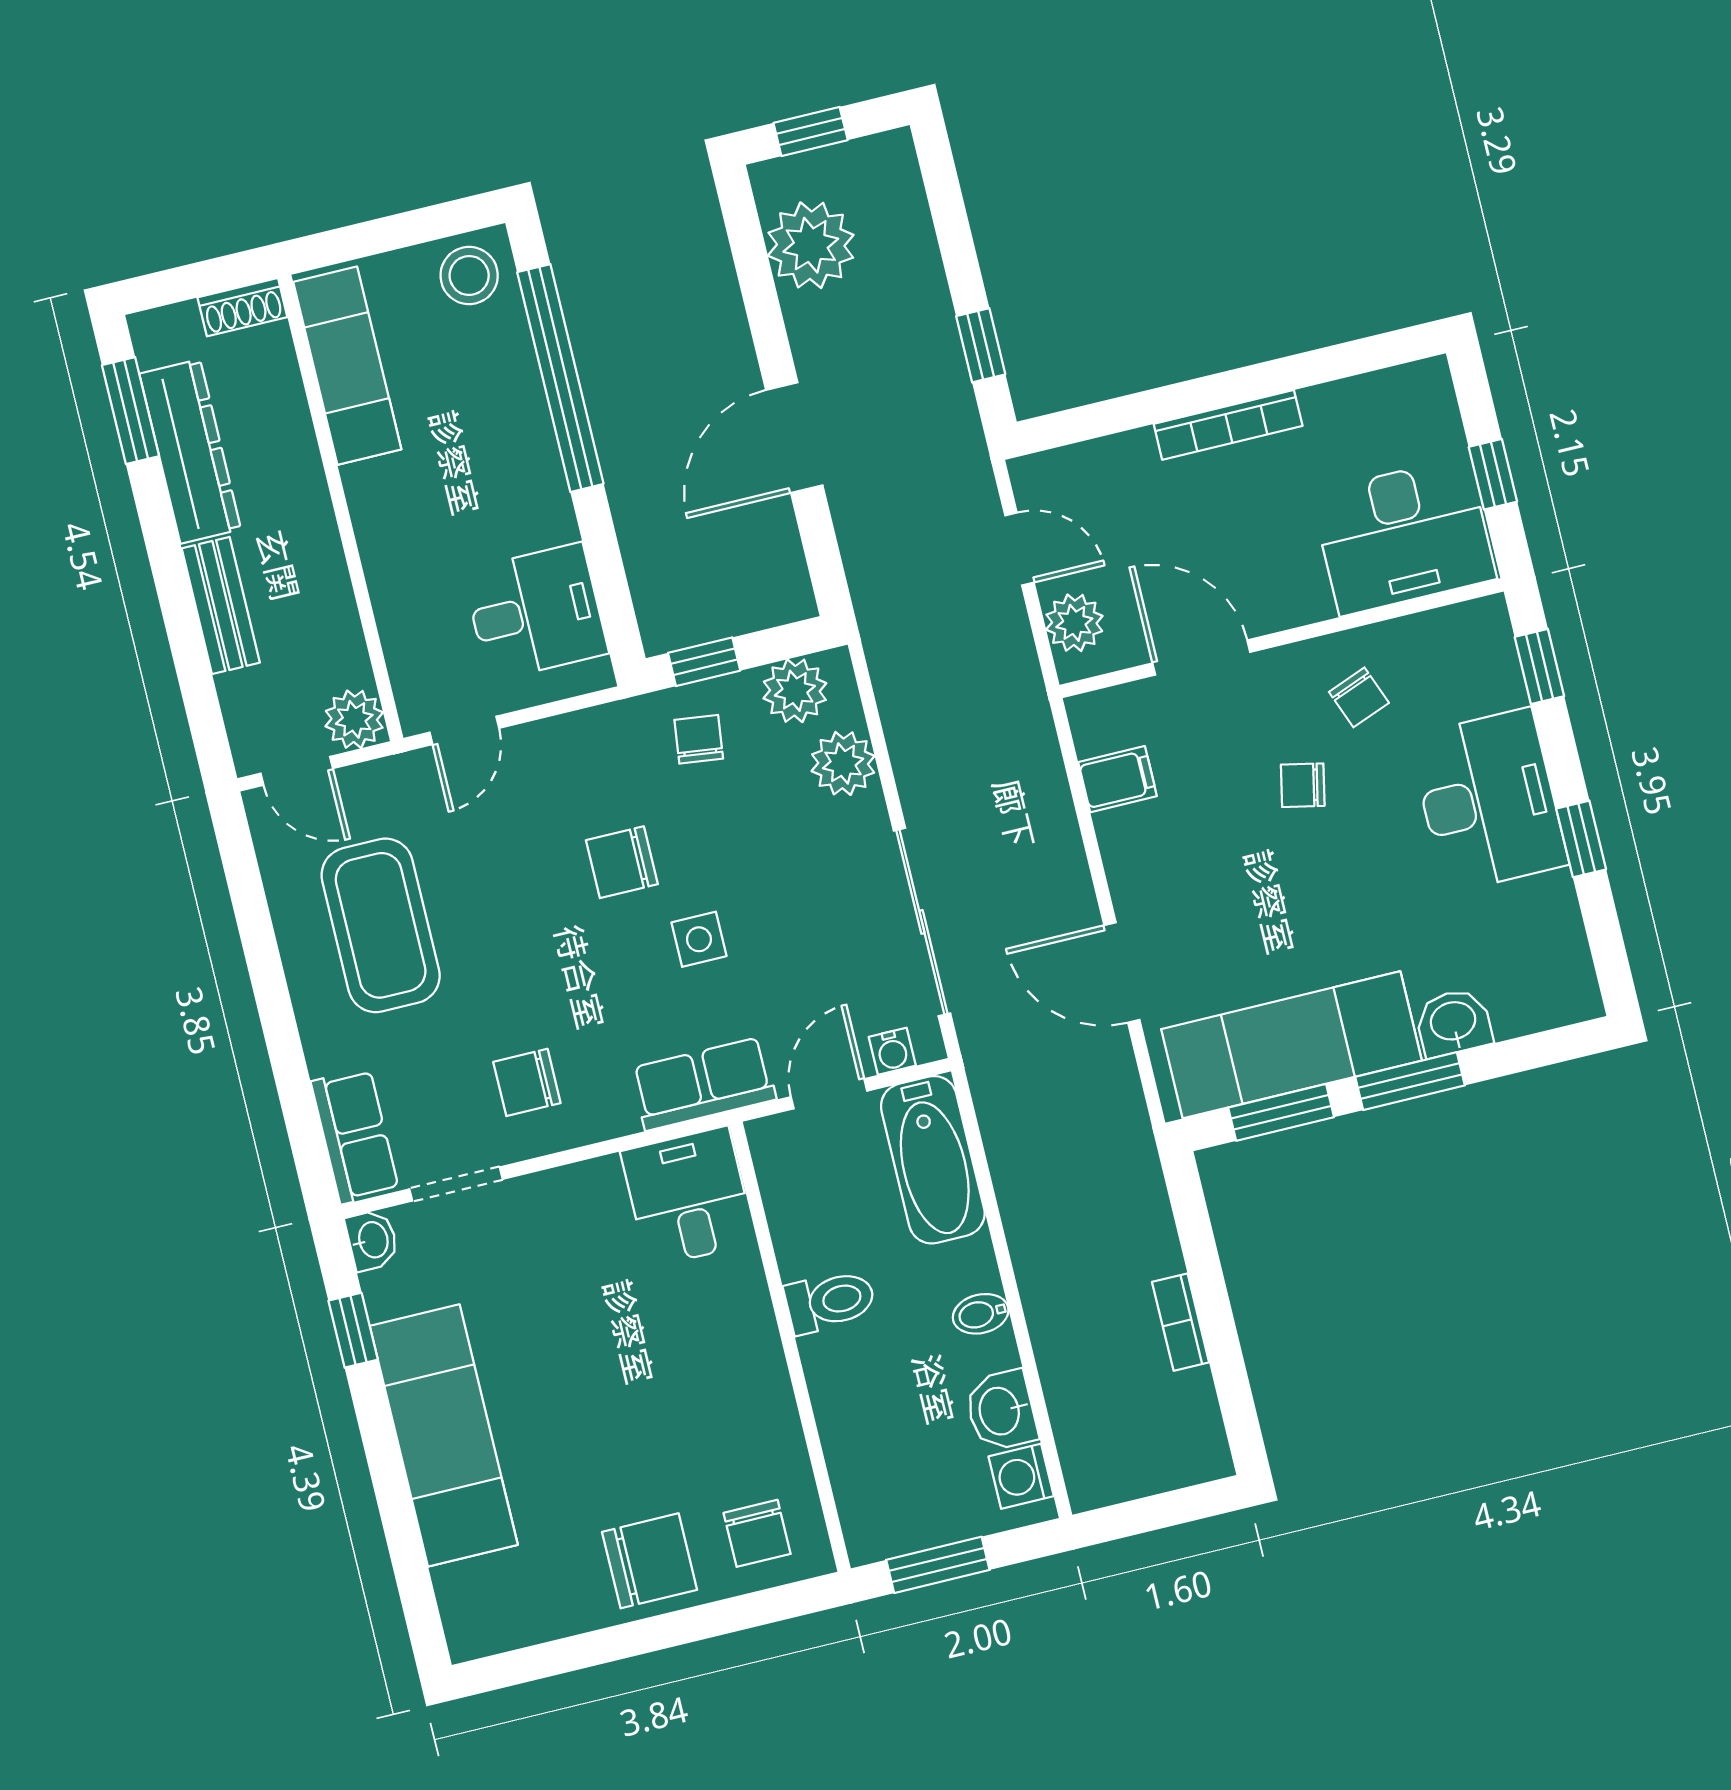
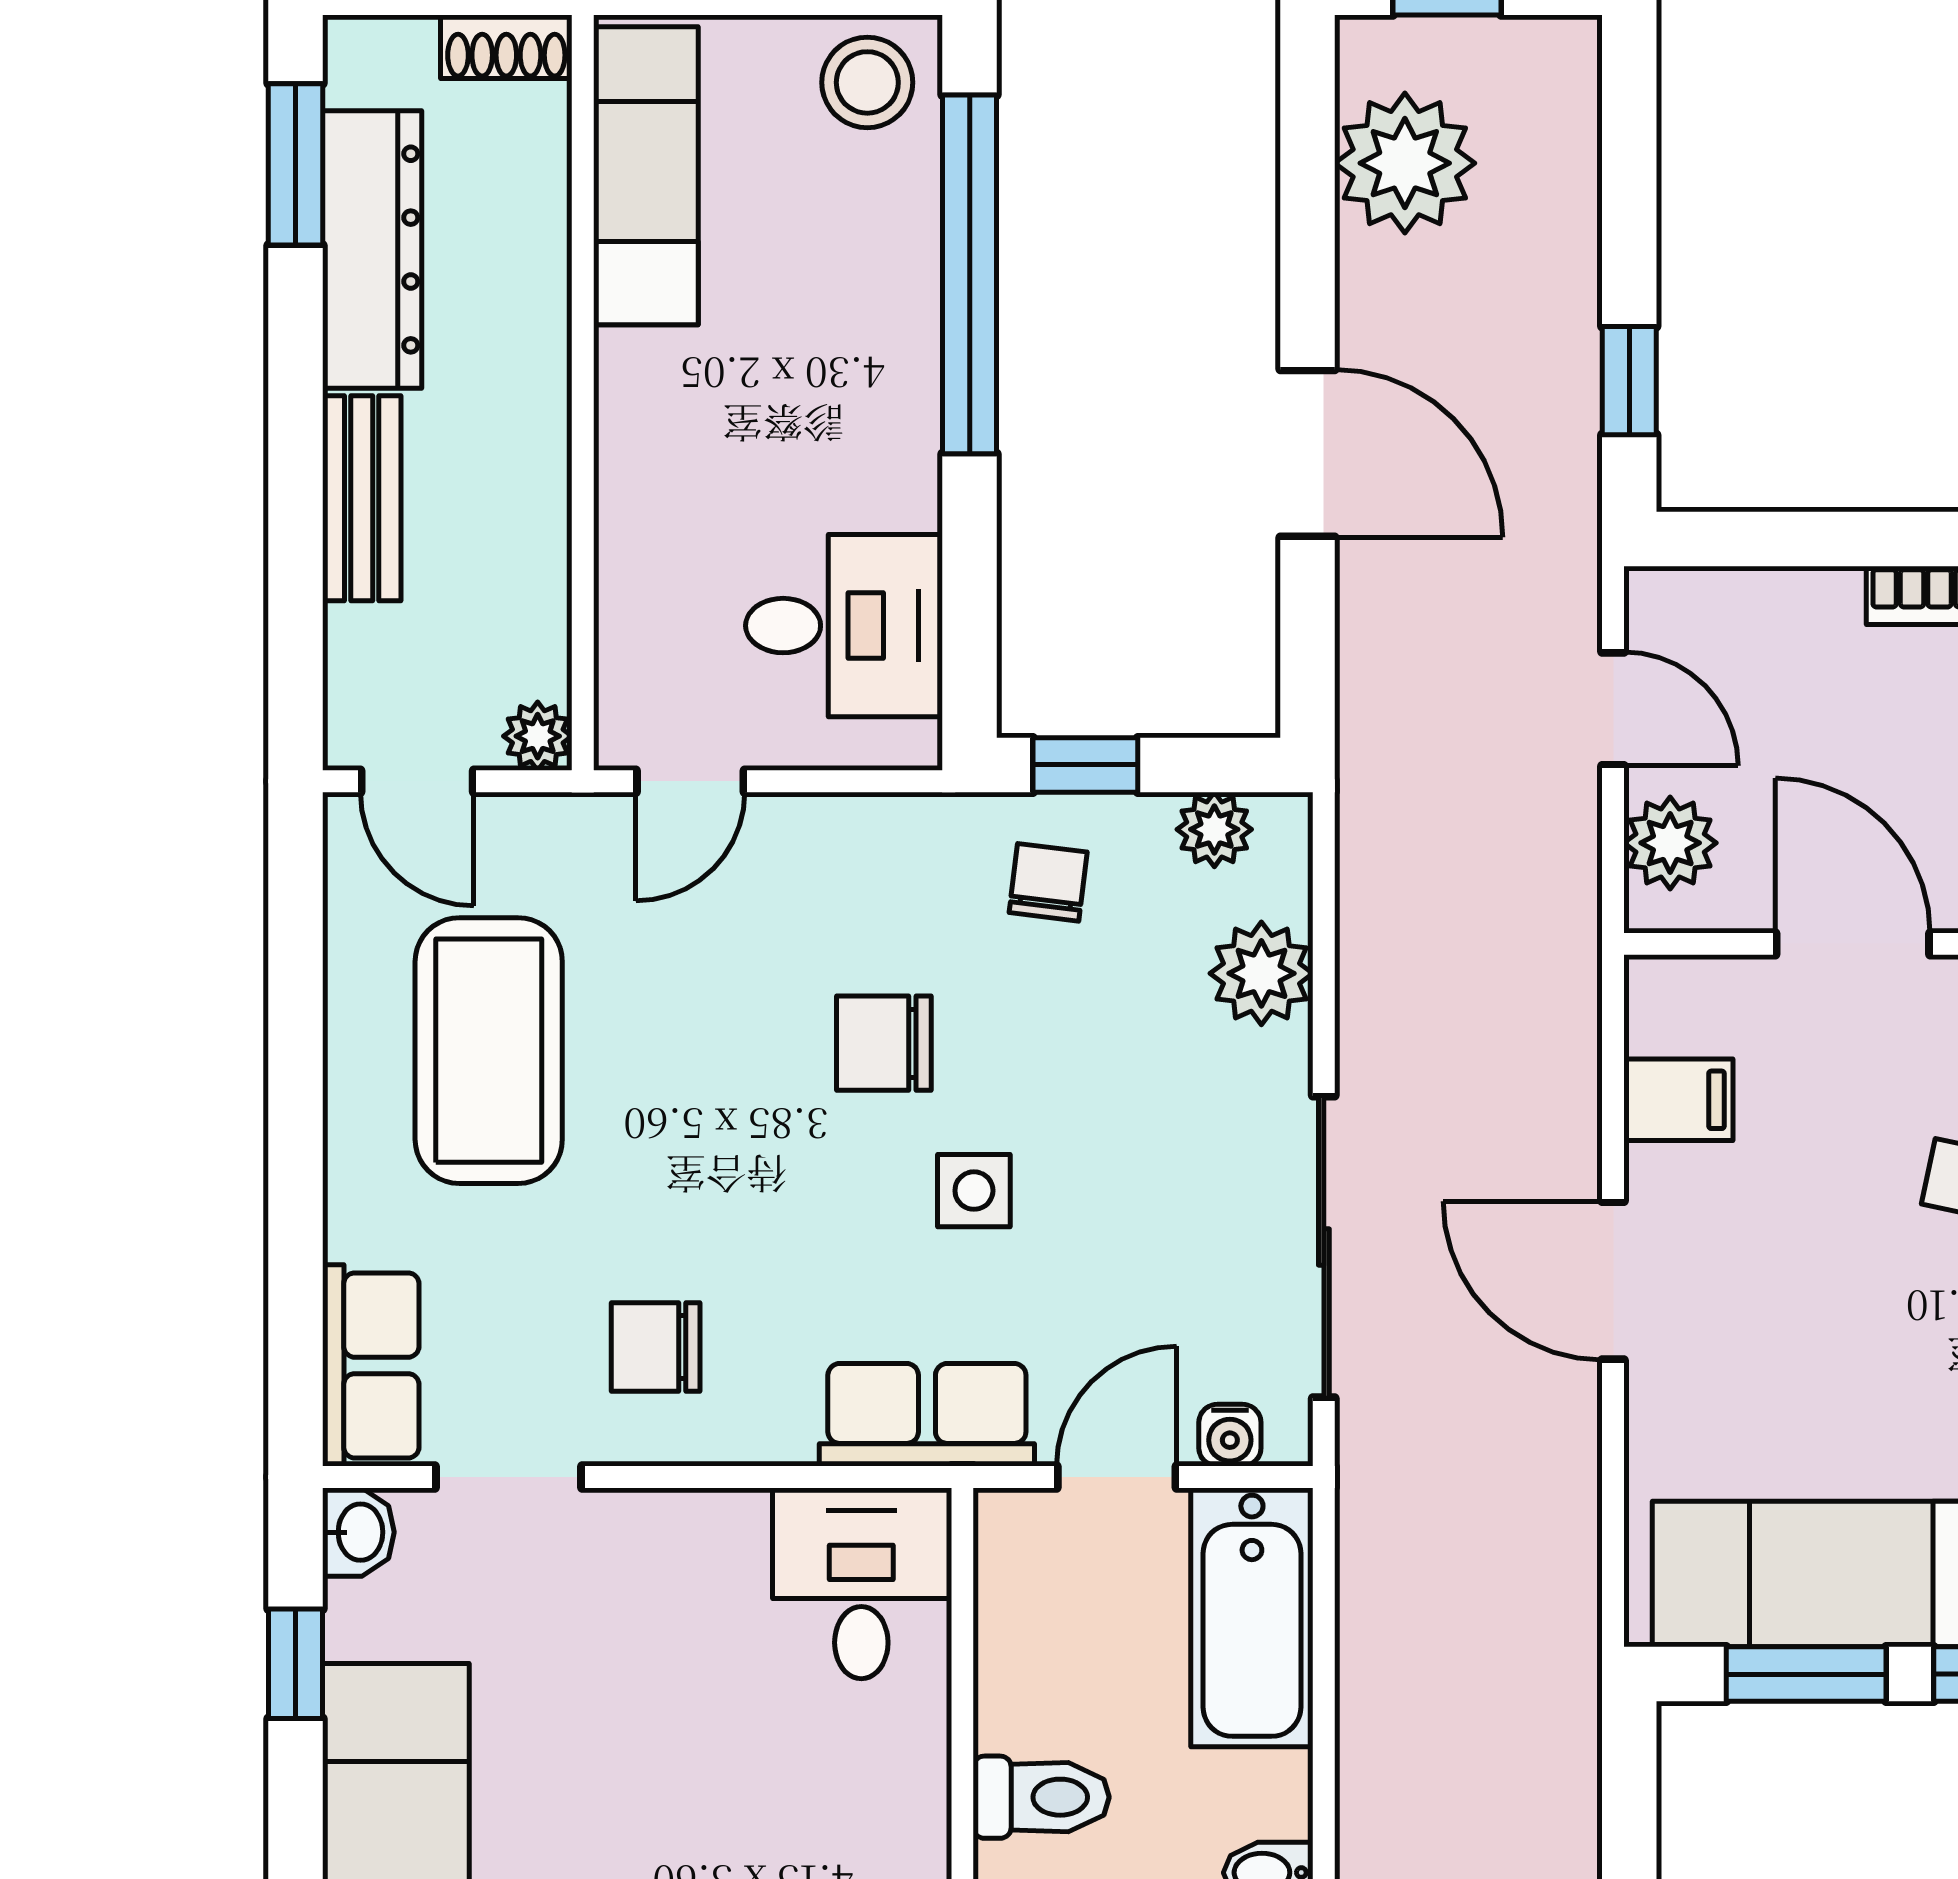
door: (794, 438) -> (1308, 453), swing flipped
plant: (795, 691) -> (1214, 829), width x0.73, depth x0.73
plant: (354, 719) -> (538, 736), width x0.73, depth x0.73
door: (1122, 972) -> (1613, 1281), moved

